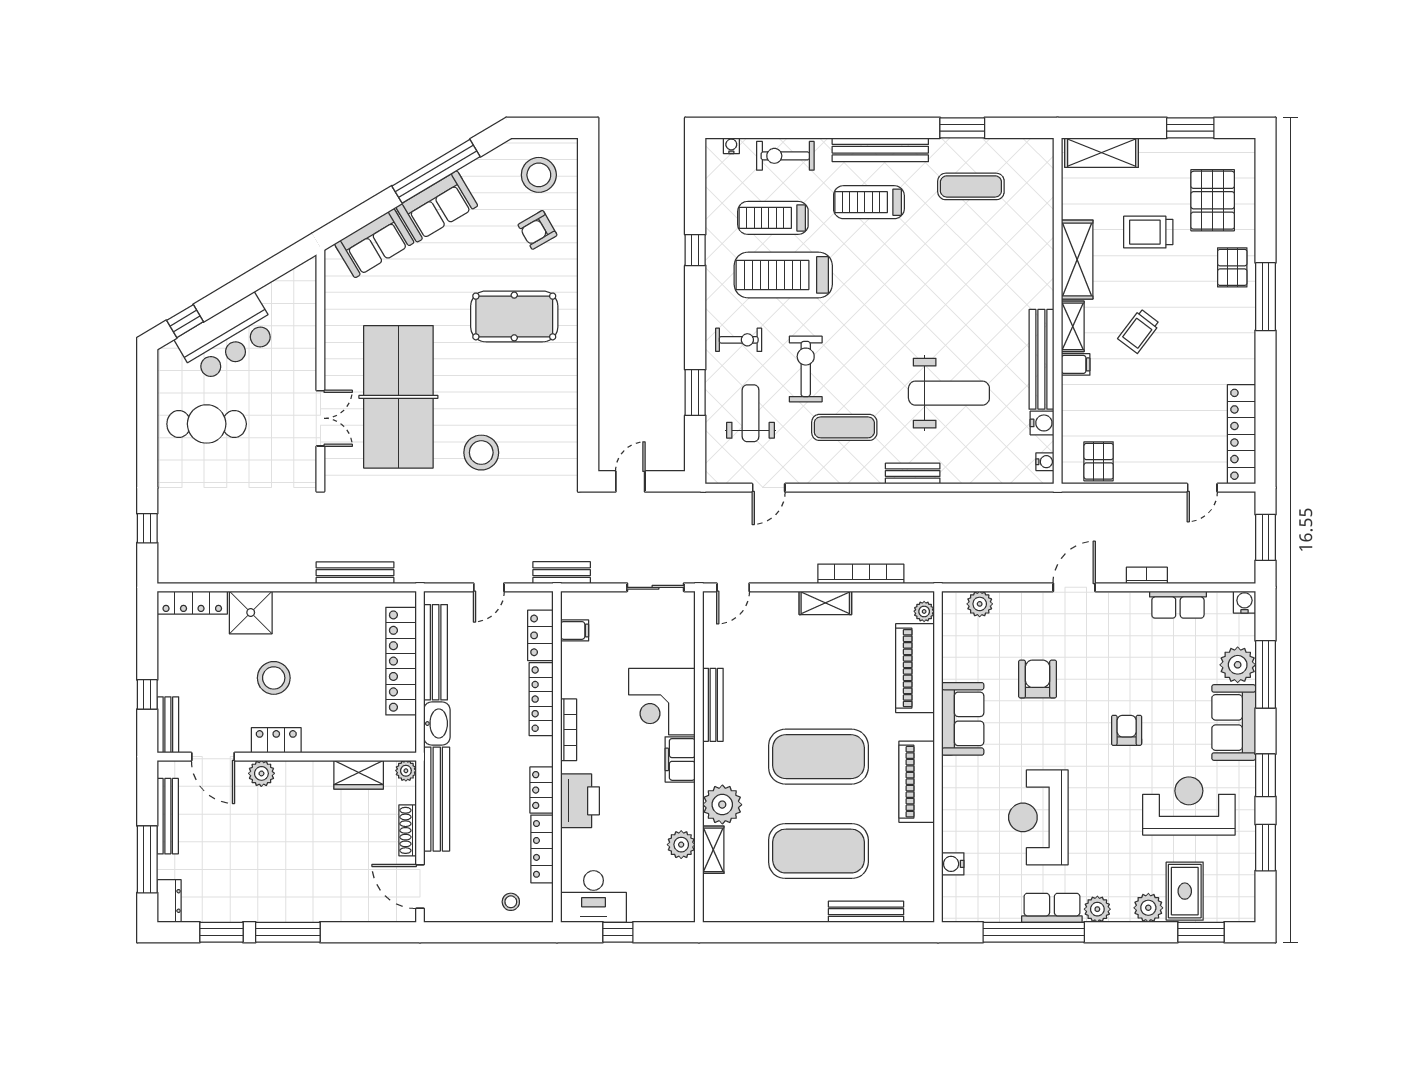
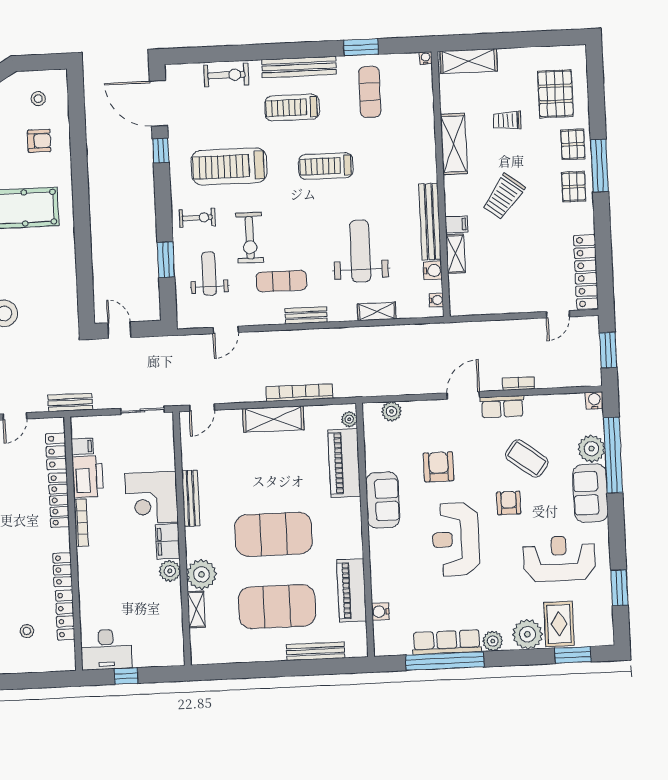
window: (1190, 128) -> (536, 39), removed
water cooler: (731, 146) -> (426, 58), moved
exercise bike: (785, 156) -> (226, 75), turned 180
stool: (539, 175) -> (38, 99), width x0.53, depth x0.53
exercise mat: (971, 186) -> (370, 92), turned 90
door: (695, 189) -> (159, 103), added
treadmill: (773, 218) -> (326, 166), moved
armchair: (537, 230) -> (39, 141), turned -150
trolley: (1148, 232) -> (507, 120), width x0.73, depth x0.72
shelving: (1073, 326) -> (455, 254), moved
trolley: (1139, 331) -> (504, 197), width x1.36, depth x1.39
exercise bike: (806, 369) -> (250, 238), turned 180
weight bench: (949, 393) -> (360, 251), turned -90
pallet: (1099, 461) -> (574, 187), moved
shelving: (967, 473) -> (377, 311), added
bench: (913, 474) -> (306, 315), moved
door: (630, 481) -> (119, 330), hinge flipped
shelving: (825, 603) -> (273, 419), width x1.50, depth x1.33
row of seats: (1178, 605) -> (502, 407), moved
coffee table: (1153, 674) -> (527, 459), added
window: (1266, 674) -> (613, 455), width x1.46
window: (1266, 775) -> (617, 532), removed
piano: (917, 782) -> (352, 590), moved
printer: (580, 801) -> (88, 477), moved
reception desk: (1038, 817) -> (456, 539), moved
plant: (681, 845) -> (170, 571), moved
stool: (511, 902) -> (27, 631), moved
row of seats: (1052, 908) -> (447, 642), width x1.48
plant: (1148, 908) -> (527, 634), width x1.36, depth x1.36

